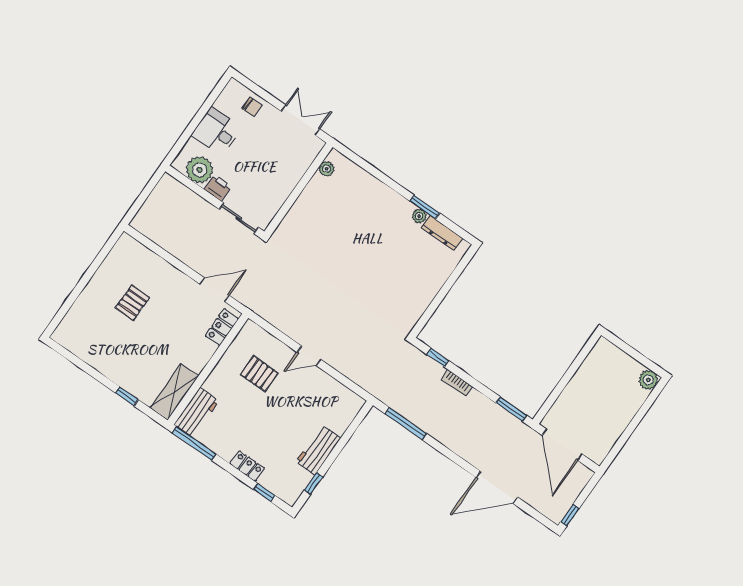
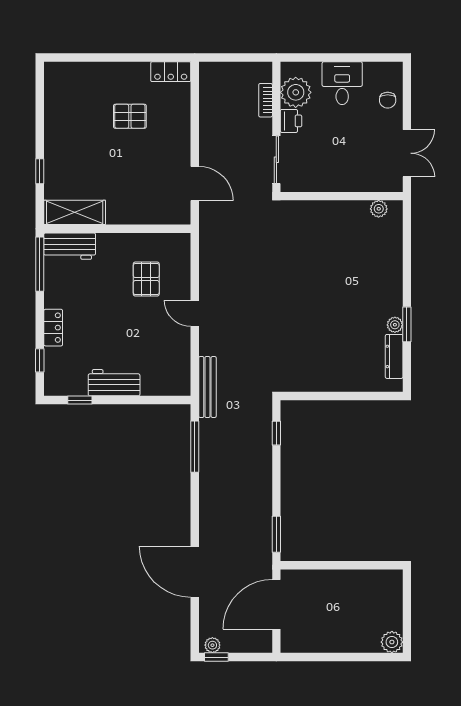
locker: (222, 327) -> (171, 72), moved, turned 180
bookcase: (457, 383) -> (266, 100), moved
bench: (369, 384) -> (207, 387), added
plant: (559, 512) -> (212, 645), added

